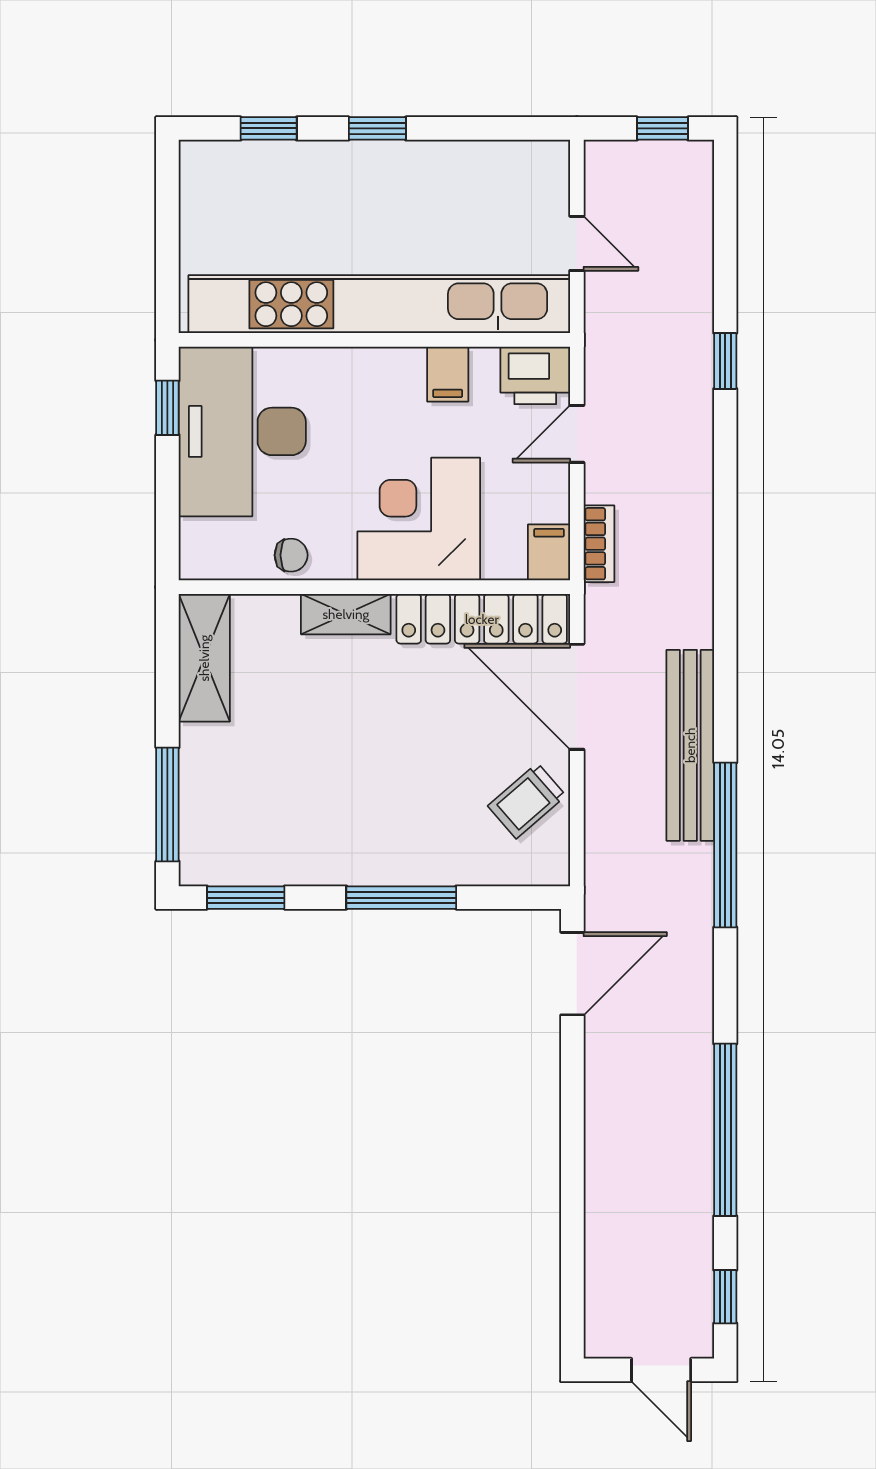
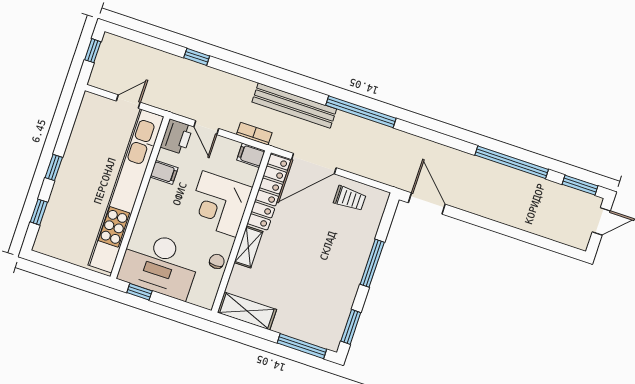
bench: (690, 745) -> (294, 105), moved
trolley: (527, 801) -> (350, 198), turned -49
window: (725, 845) -> (361, 112), moved
window: (725, 1297) -> (580, 185), width x1.50

